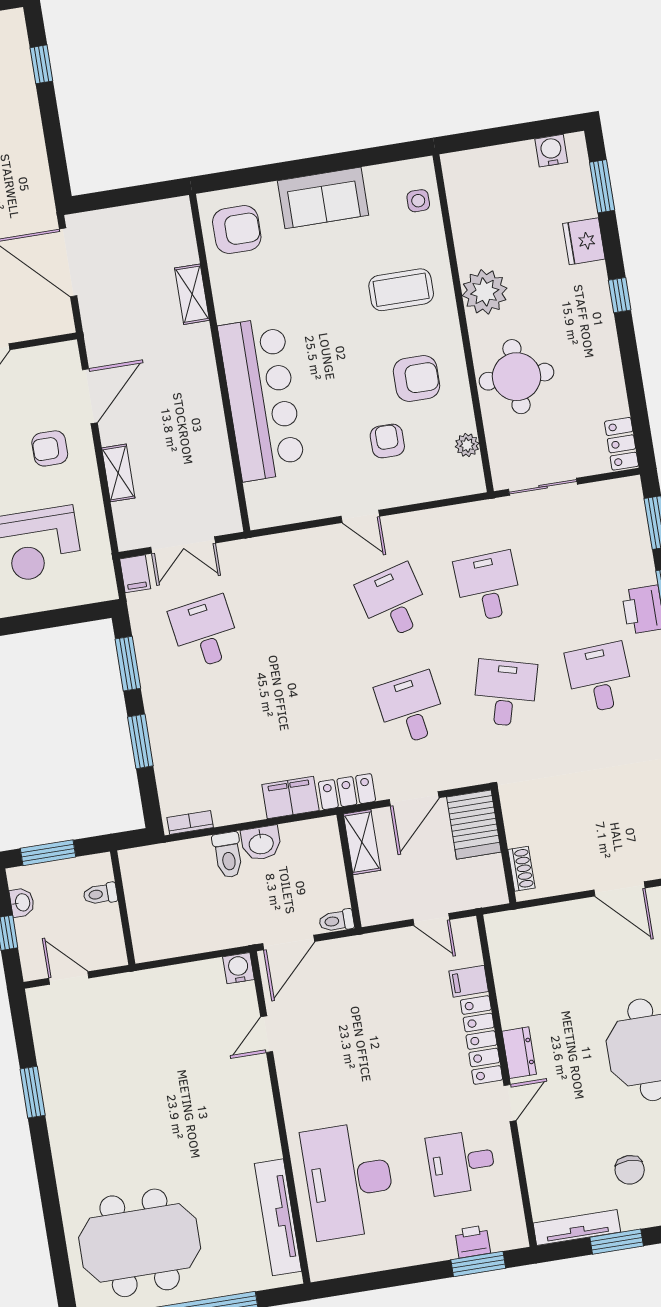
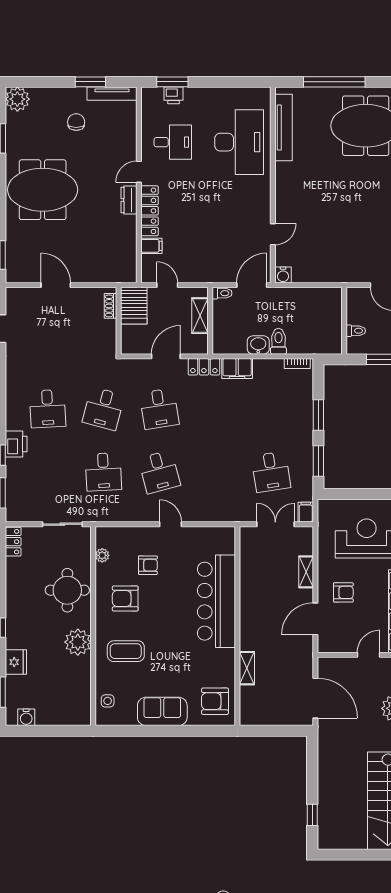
armchair: (387, 441) -> (148, 565), turned -90
server rack: (474, 825) -> (134, 306), moved, turned 180
shelving: (362, 842) -> (200, 316), moved

